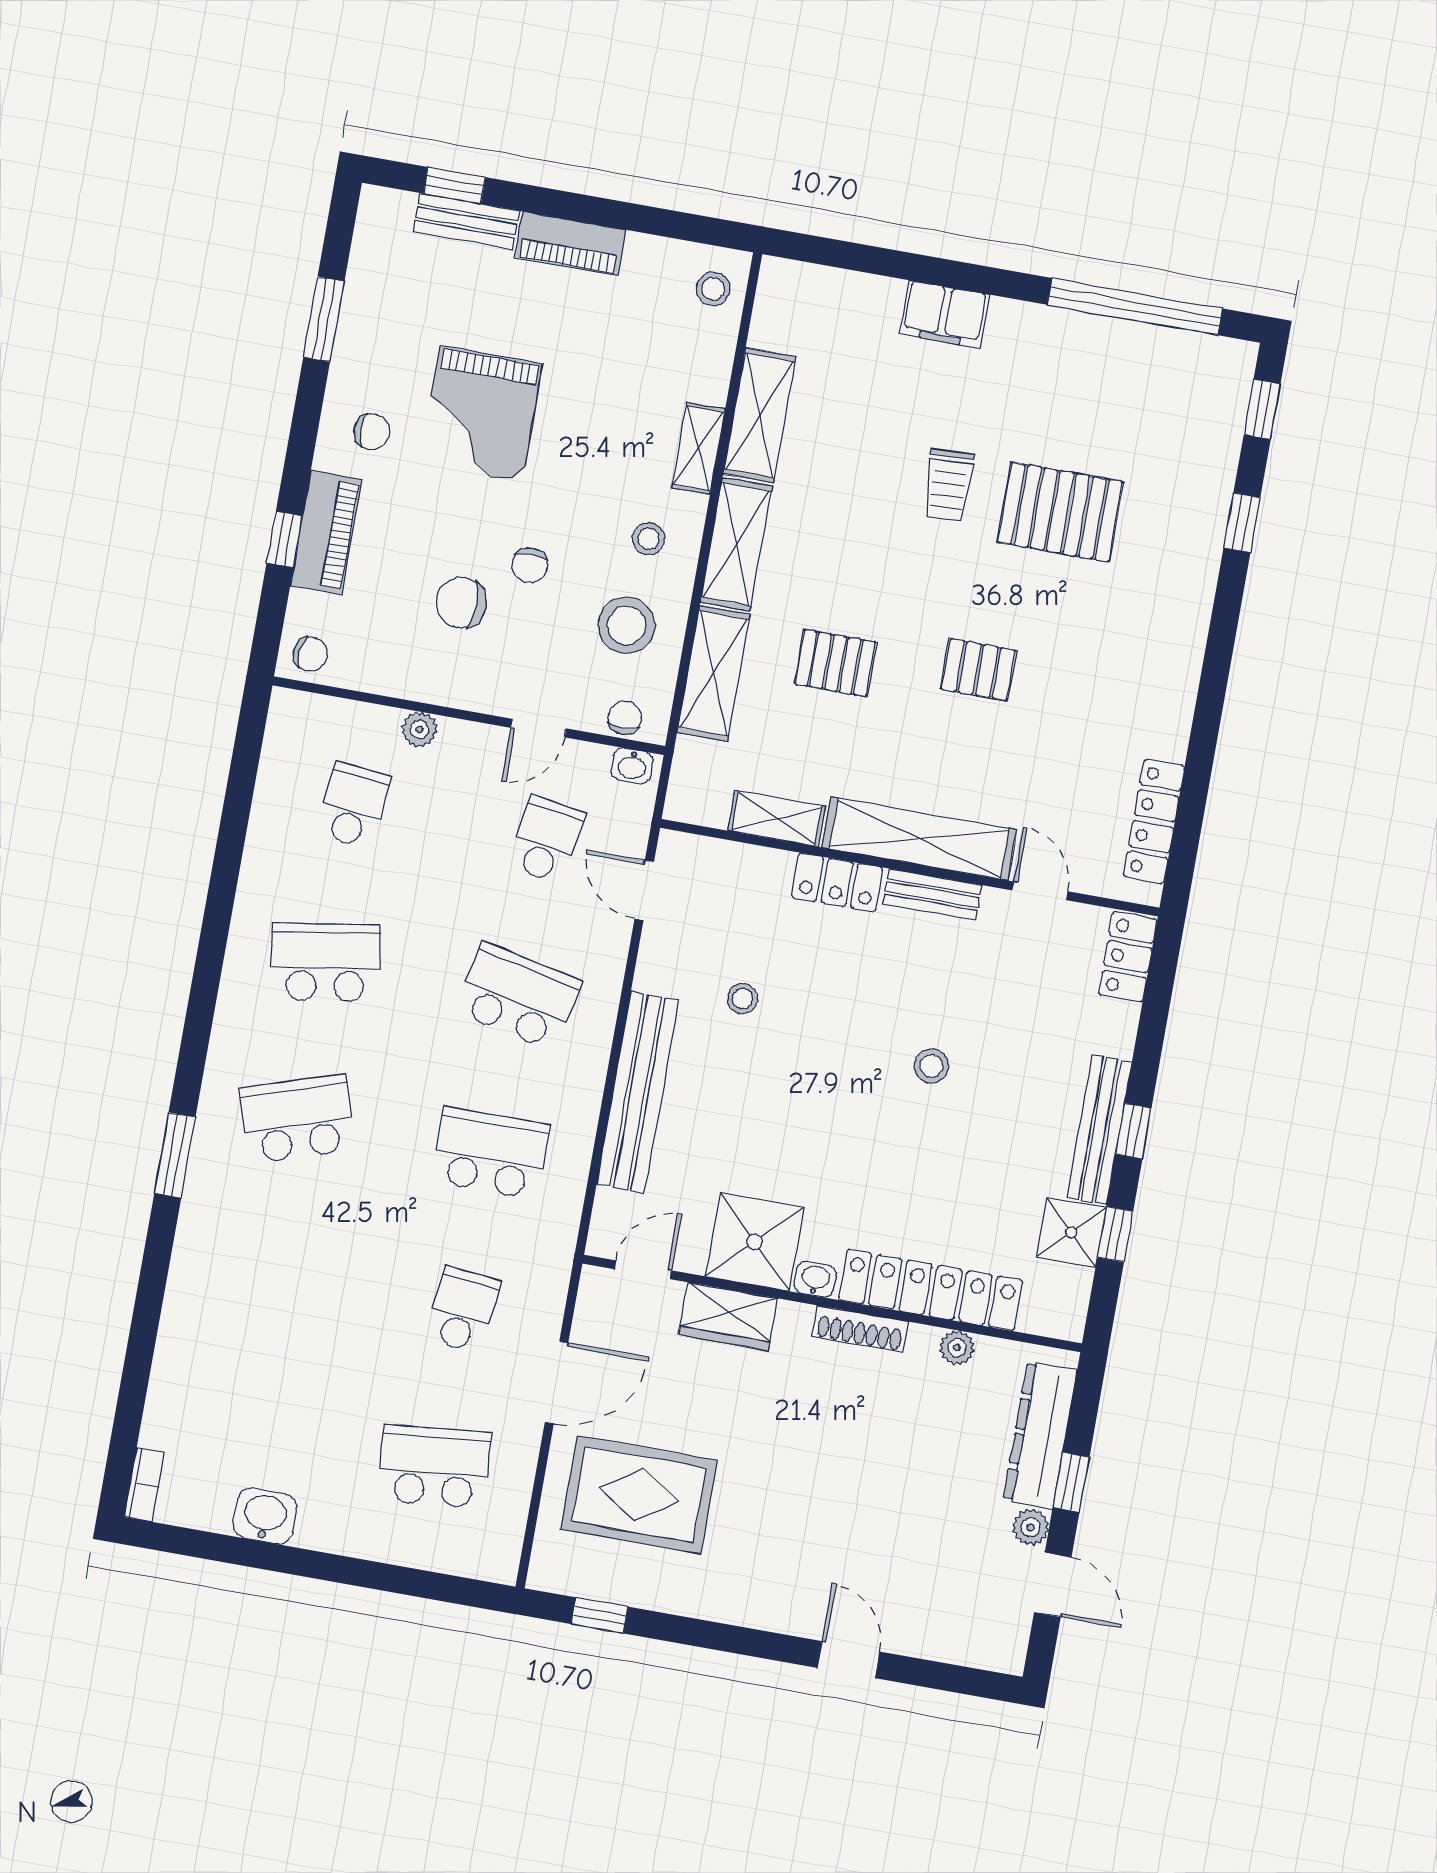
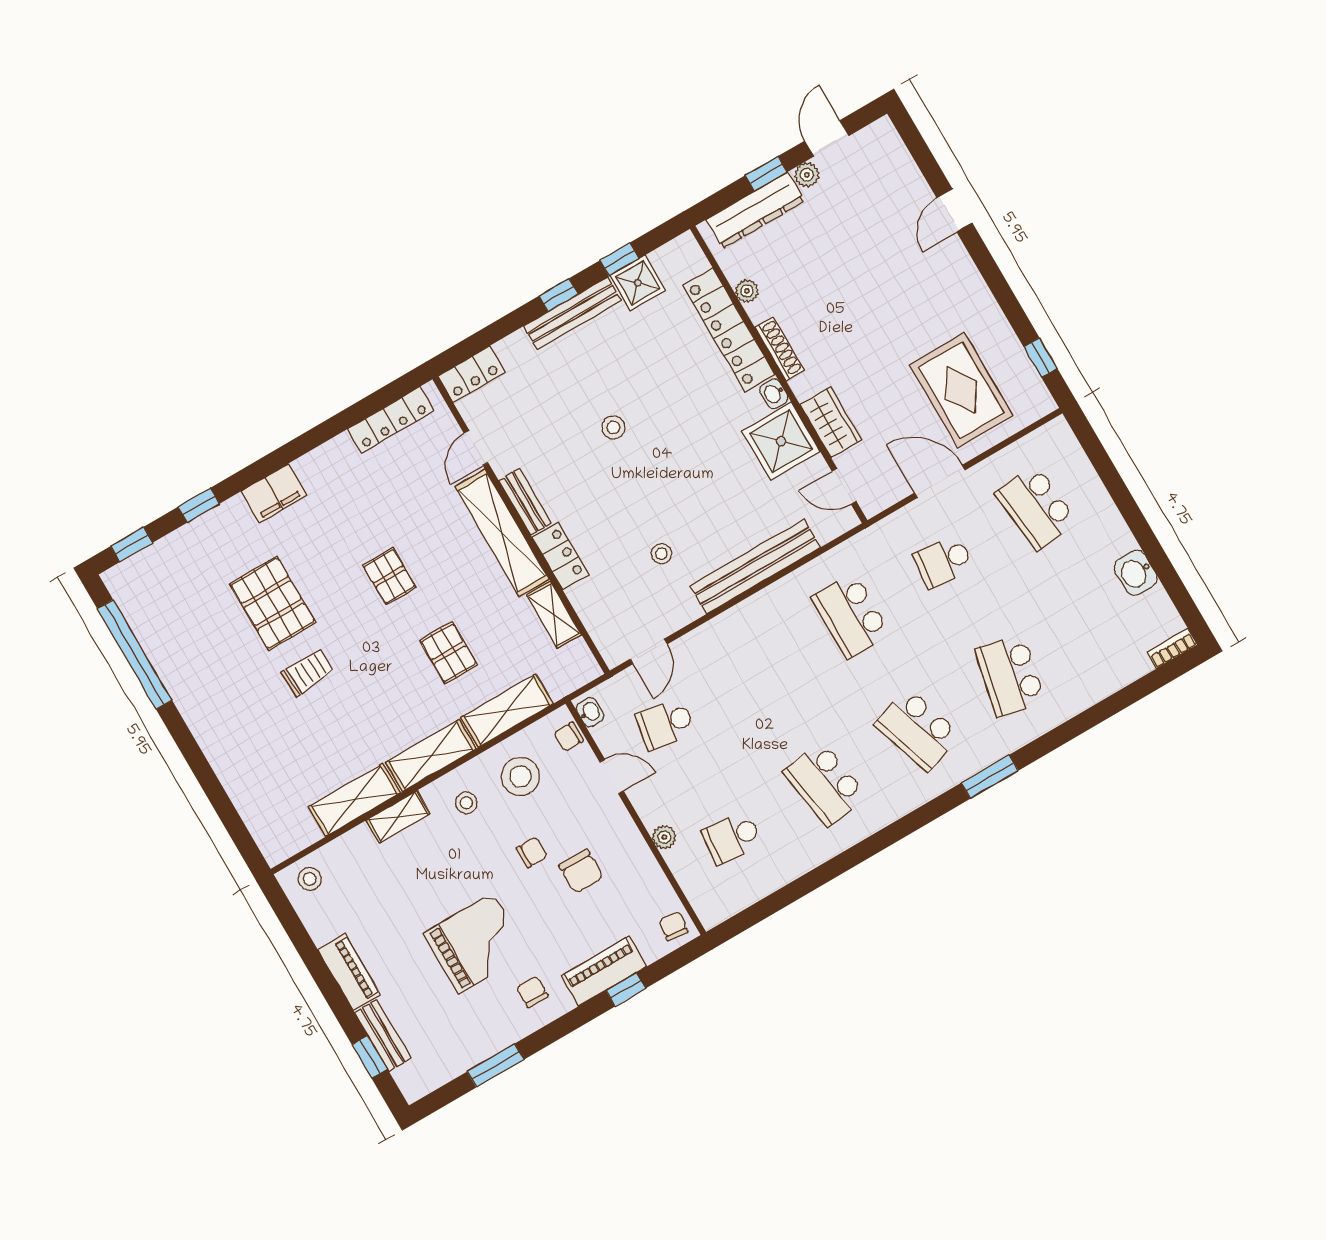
filing cabinet: (944, 314) -> (274, 493), moved, turned 90
school desk: (518, 996) -> (1010, 675), moved

